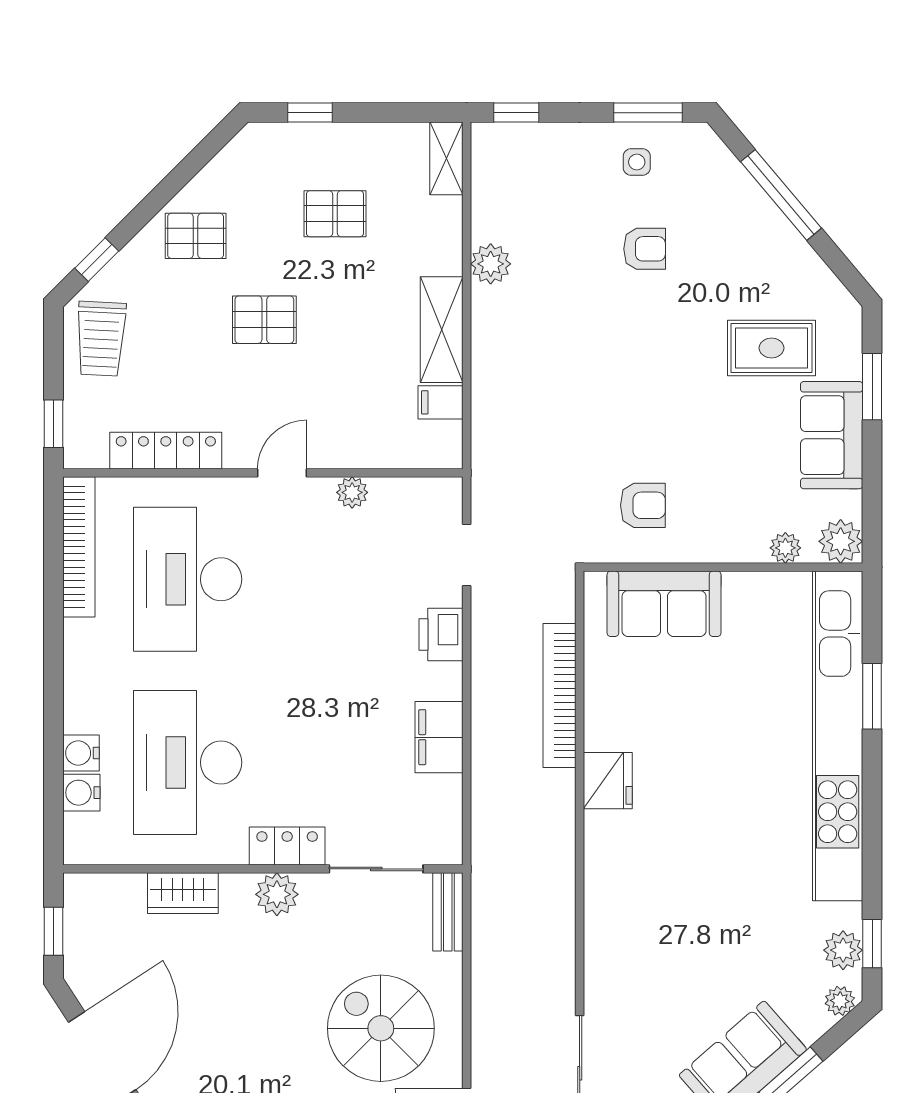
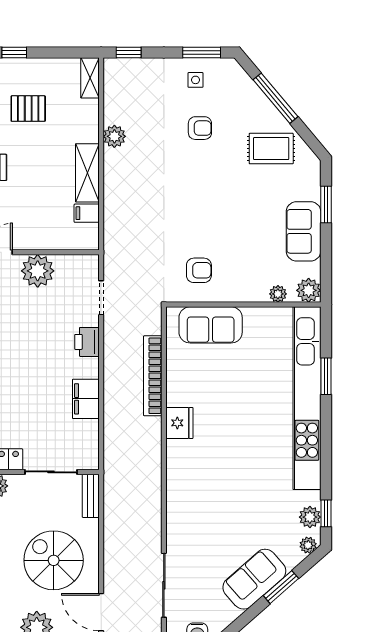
rug: (772, 348) -> (271, 149), moved
plant: (352, 492) -> (38, 271), width x1.87, depth x1.87

